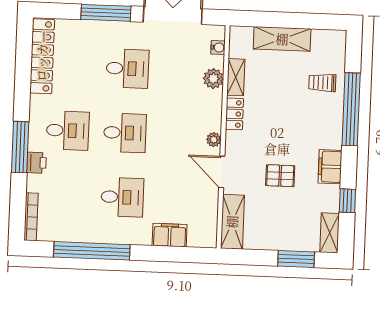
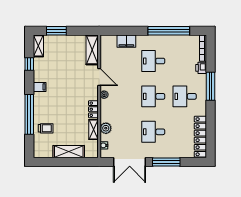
printer: (37, 163) -> (201, 68), moved
filing cabinet: (330, 167) -> (40, 87), width x0.50
pallet: (280, 176) -> (67, 76), removed

